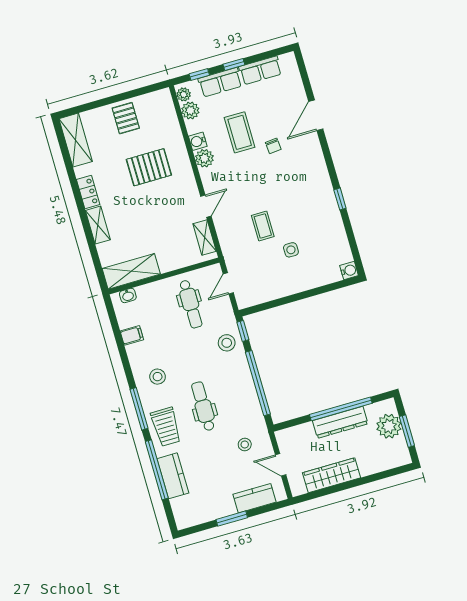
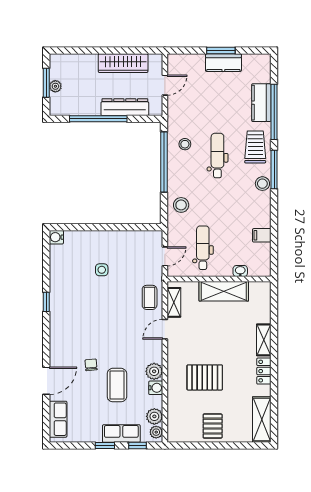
row of seats: (260, 70) -> (58, 419), moved, turned 90
coffee table: (263, 226) -> (150, 297), moved
shelving: (131, 271) -> (224, 291), moved
washbasin: (128, 295) -> (240, 271), moved
window: (243, 331) -> (164, 211), removed
stool: (158, 377) -> (262, 184), moved
dental chair: (203, 406) -> (217, 156), turned 180
dresser: (340, 422) -> (125, 107), moved
plant: (389, 426) -> (55, 86), width x0.53, depth x0.53
stool: (245, 444) -> (185, 144), moved
door: (281, 465) -> (165, 85), hinge flipped
kitchen counter: (255, 498) -> (223, 63), moved

